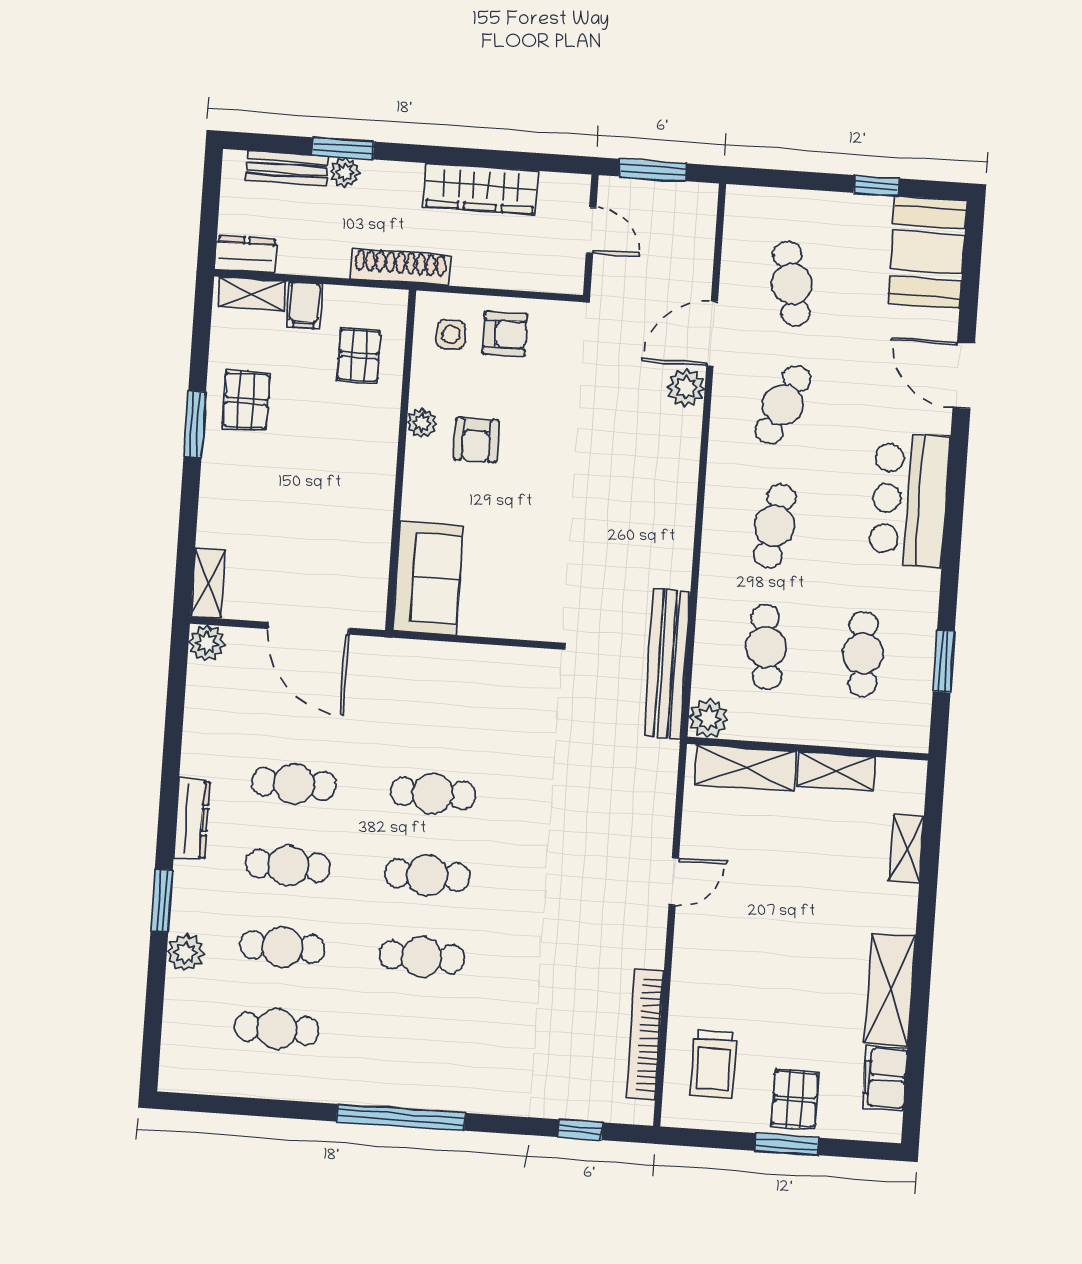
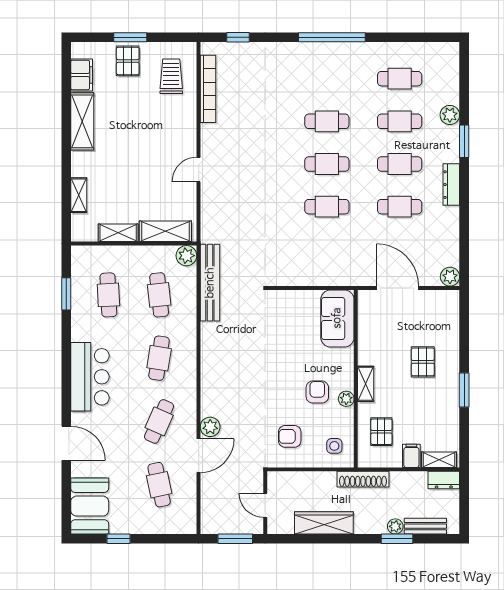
armchair: (505, 334) -> (290, 436), moved
pallet: (246, 401) -> (423, 362), moved
shelving: (208, 583) -> (366, 384), moved

